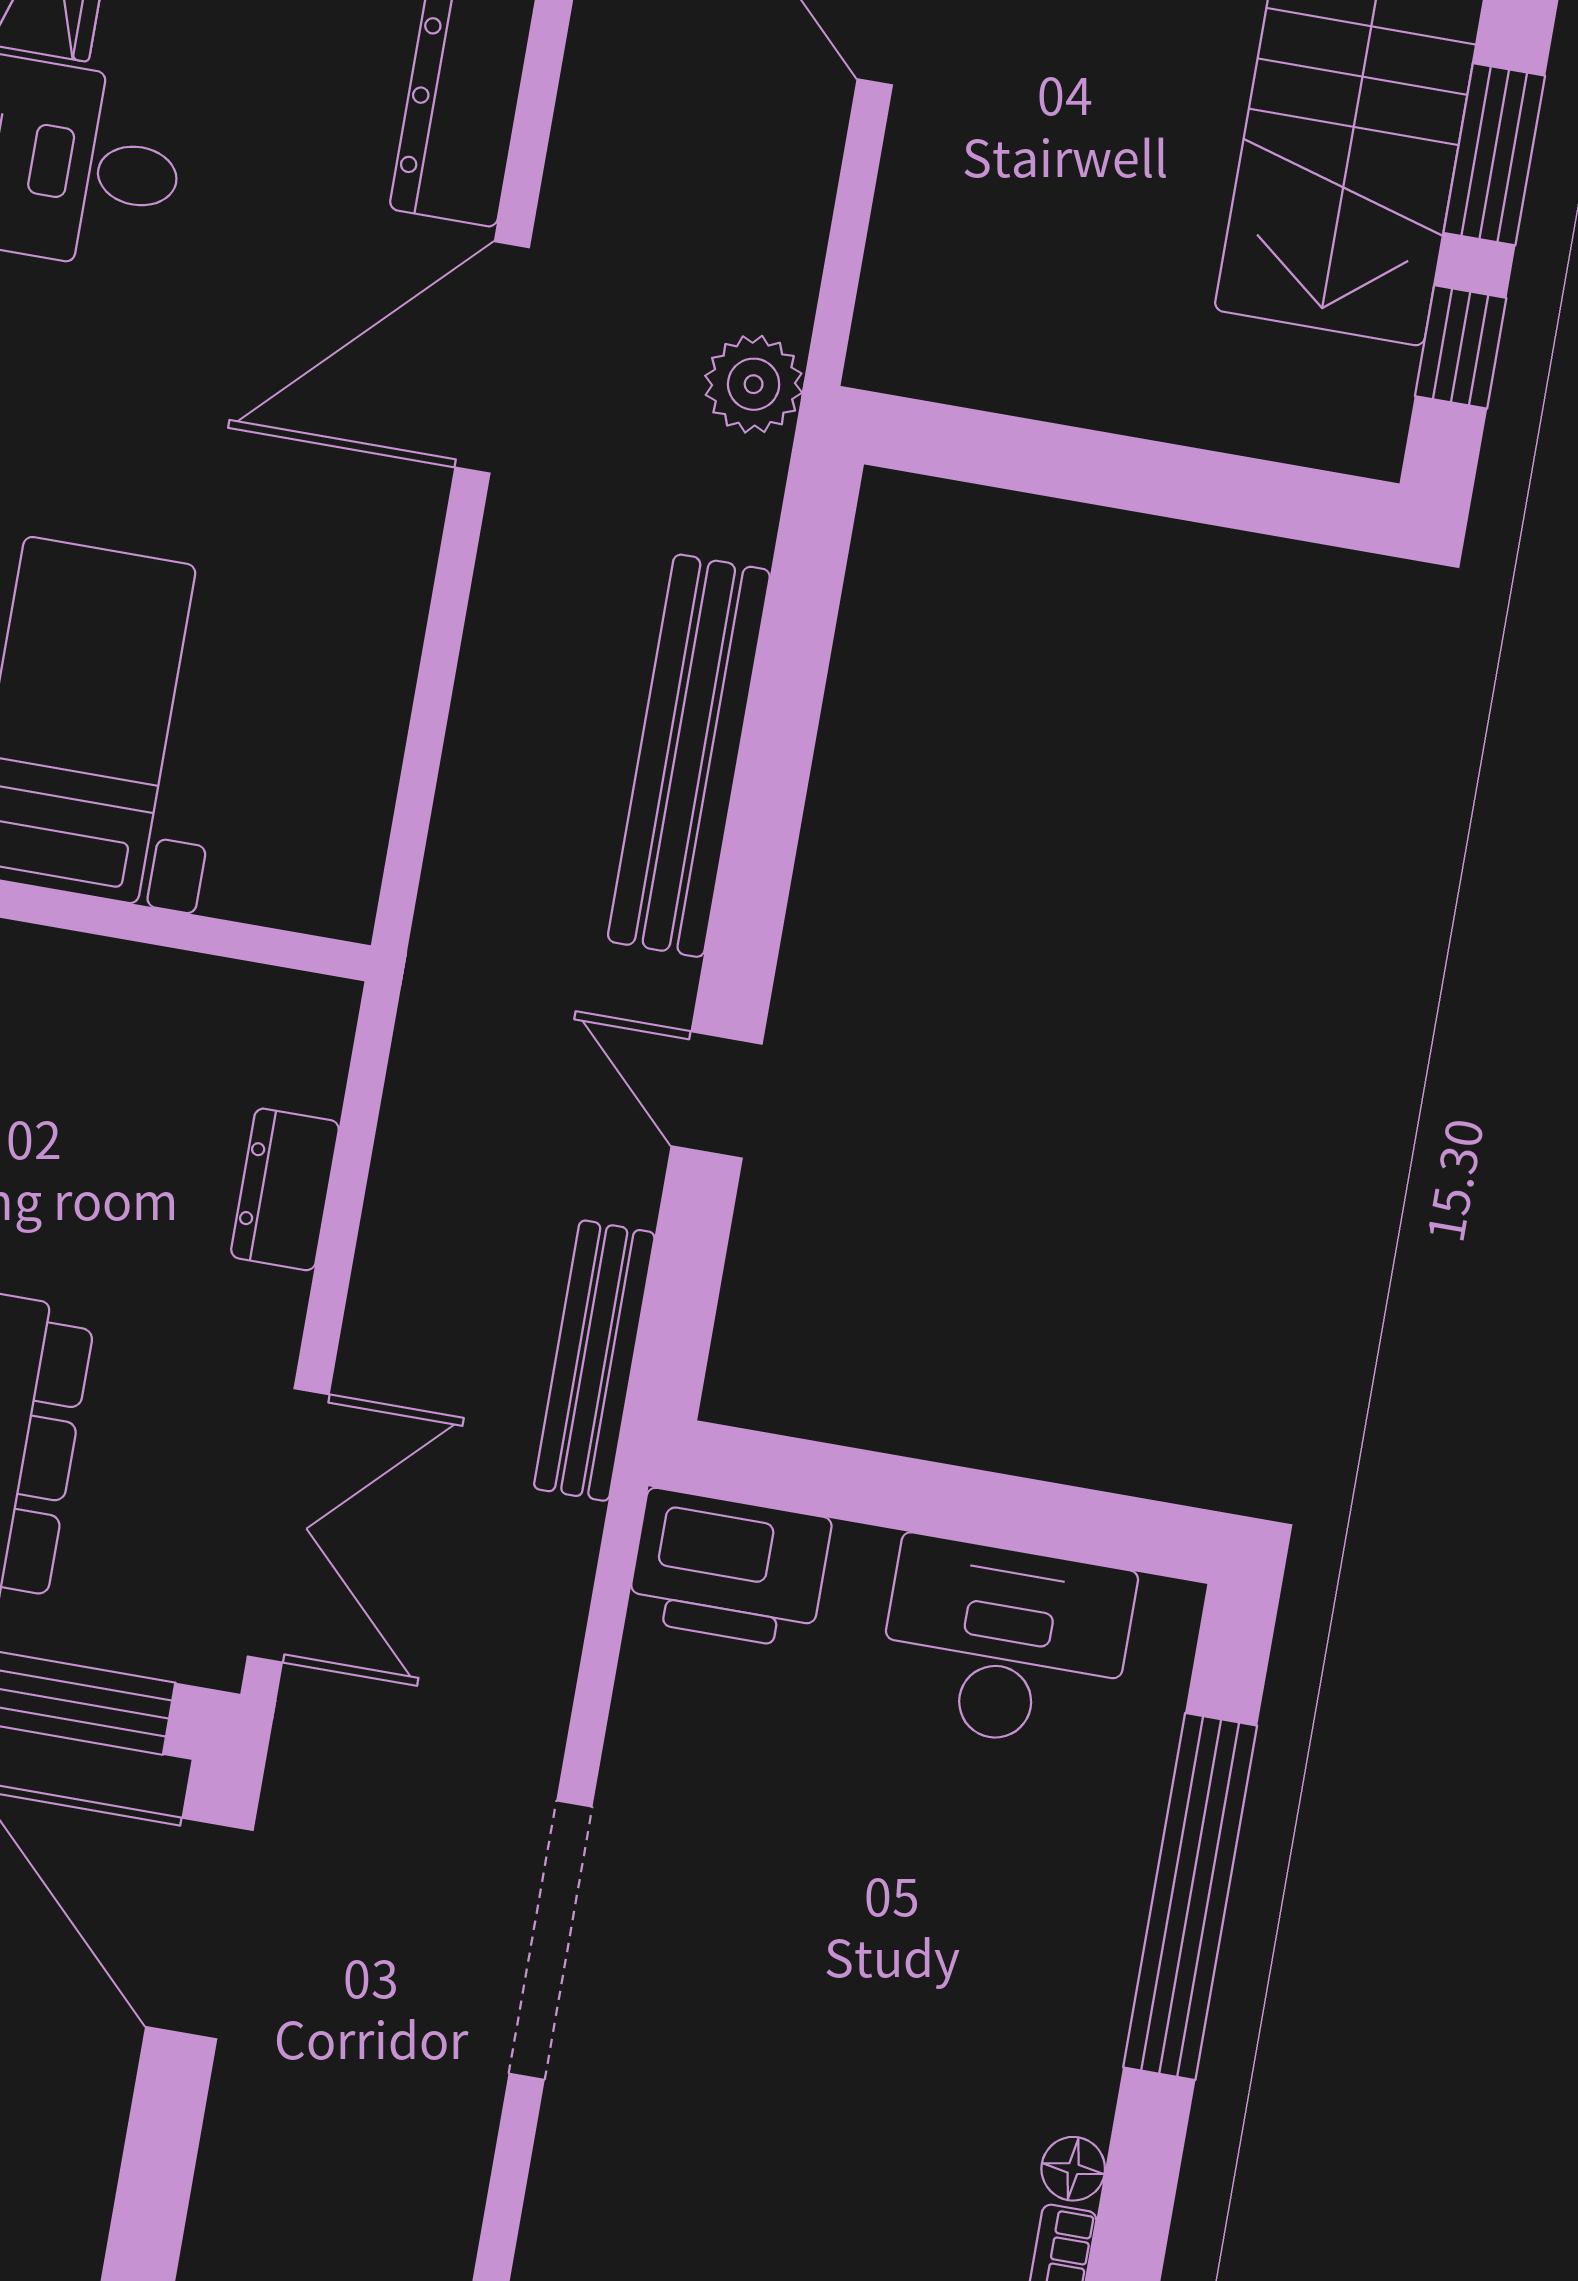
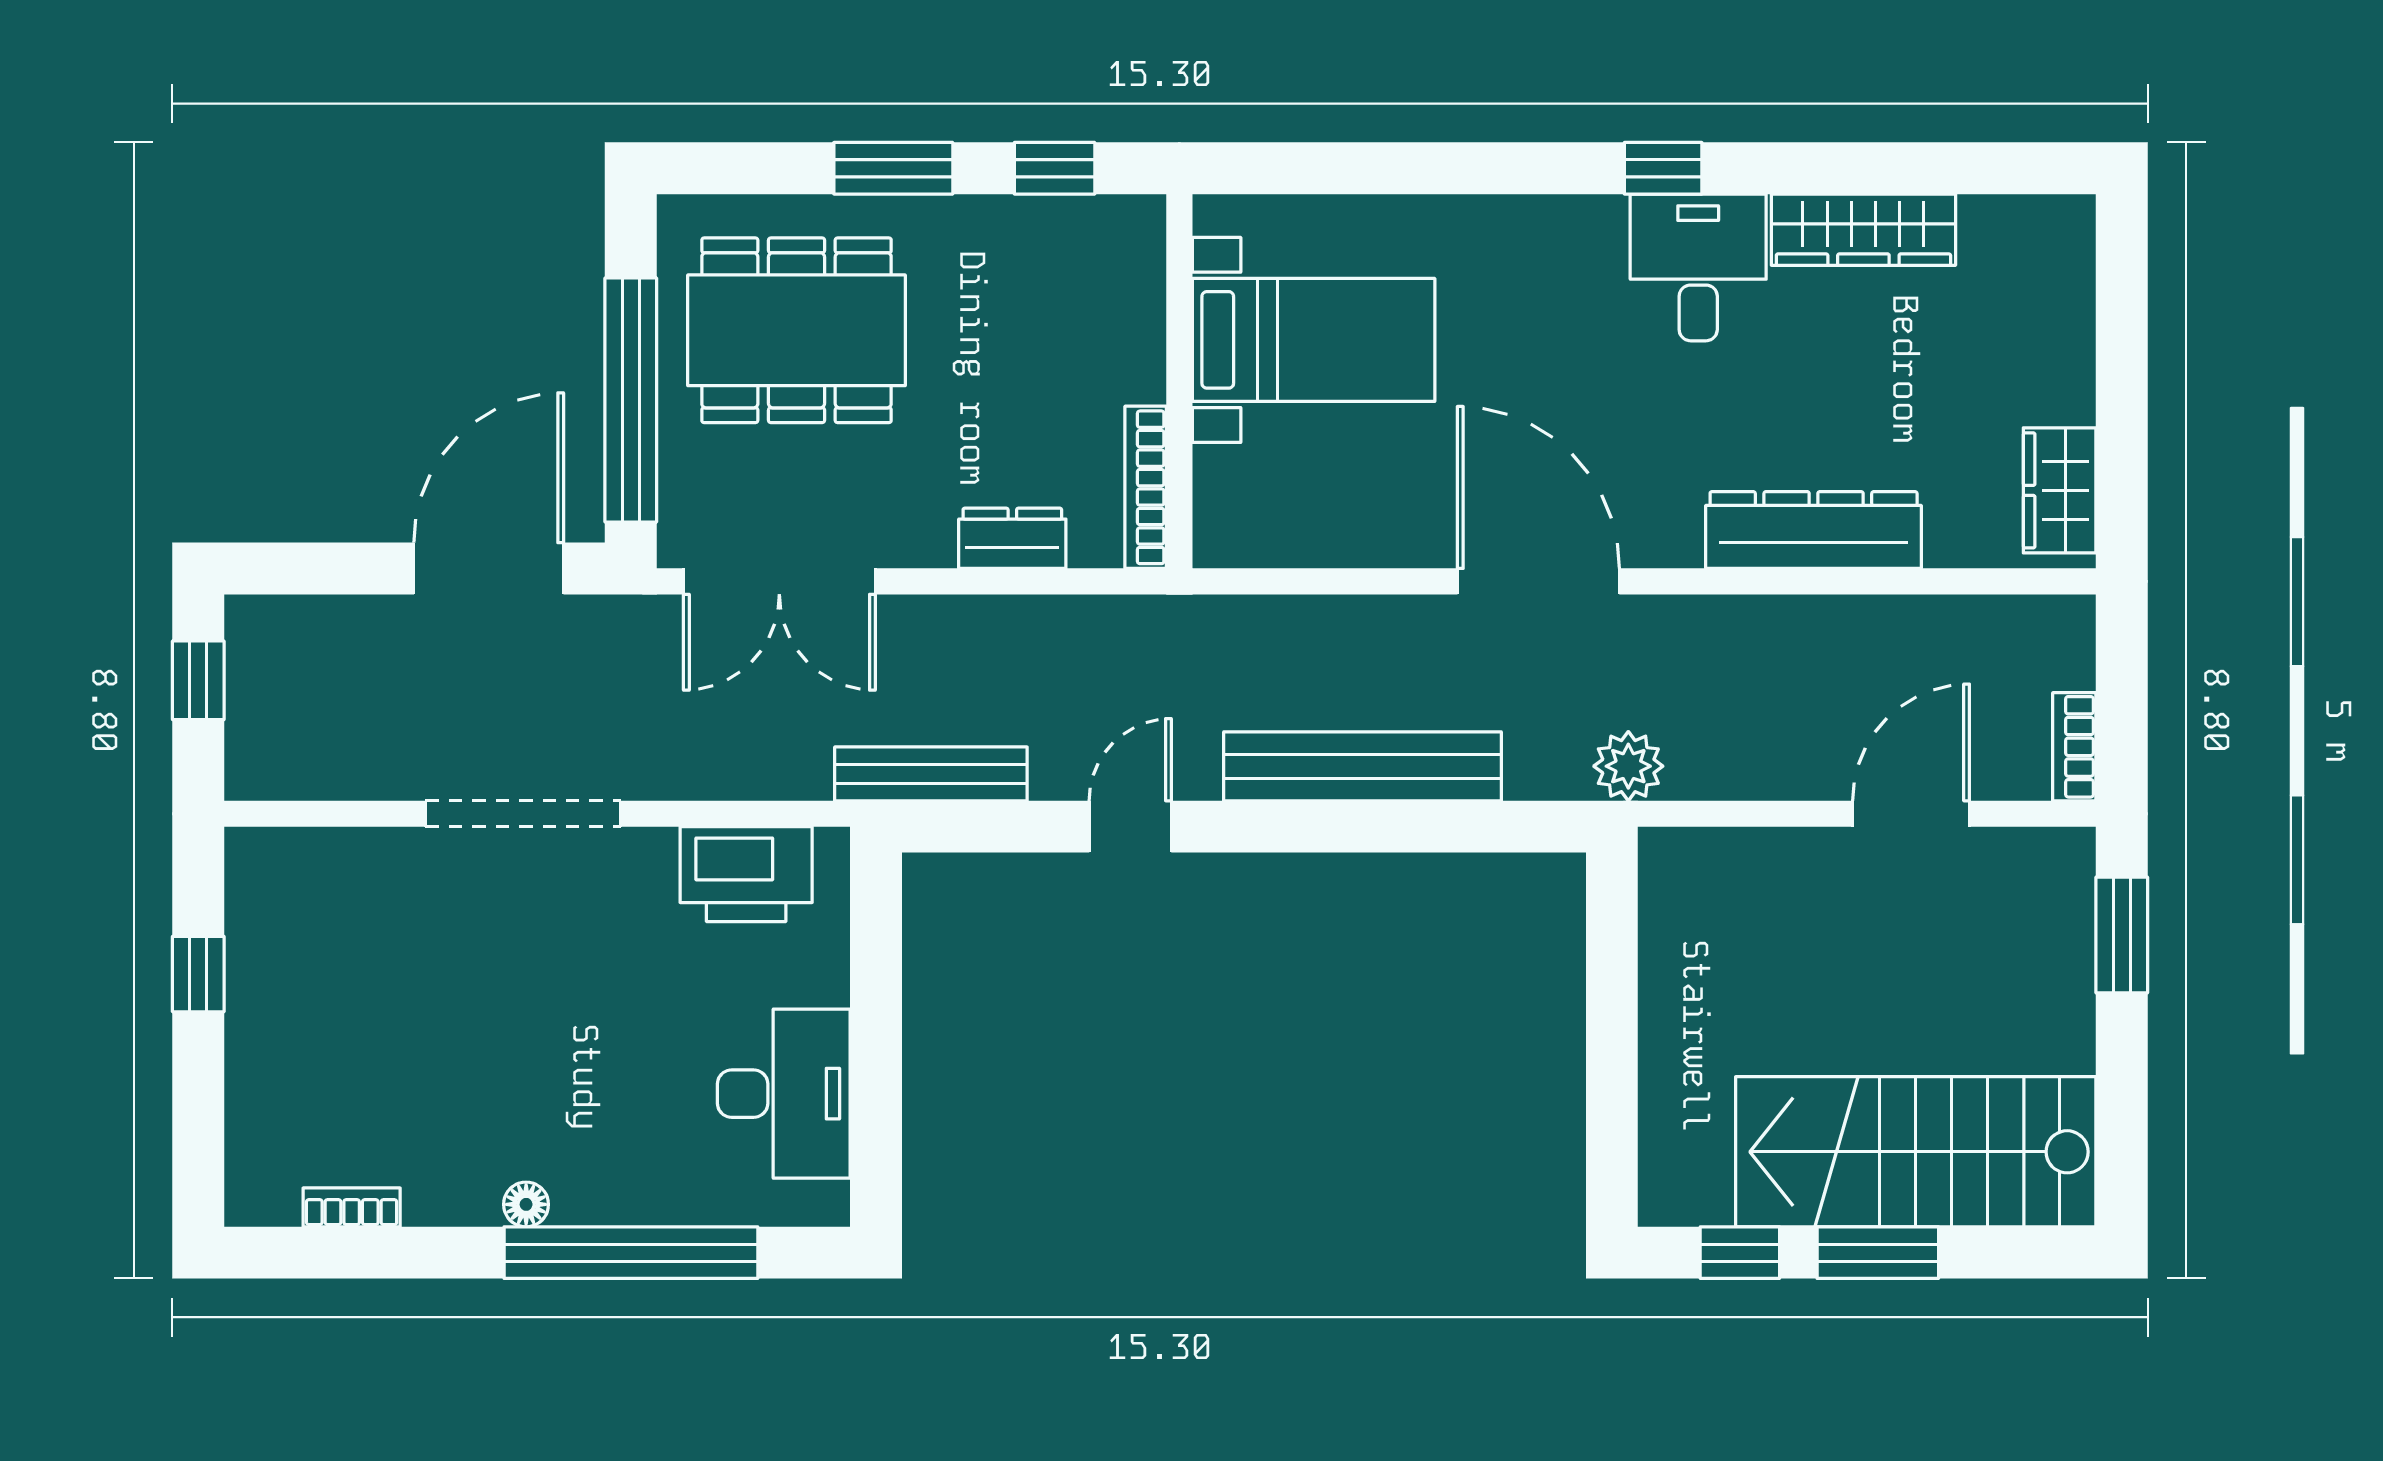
door: (492, 357) -> (1538, 581), moved
bookcase: (246, 991) -> (1146, 487), added
printer: (729, 1569) -> (746, 874), moved, turned -90
floor lamp: (1073, 2169) -> (526, 1204), moved

